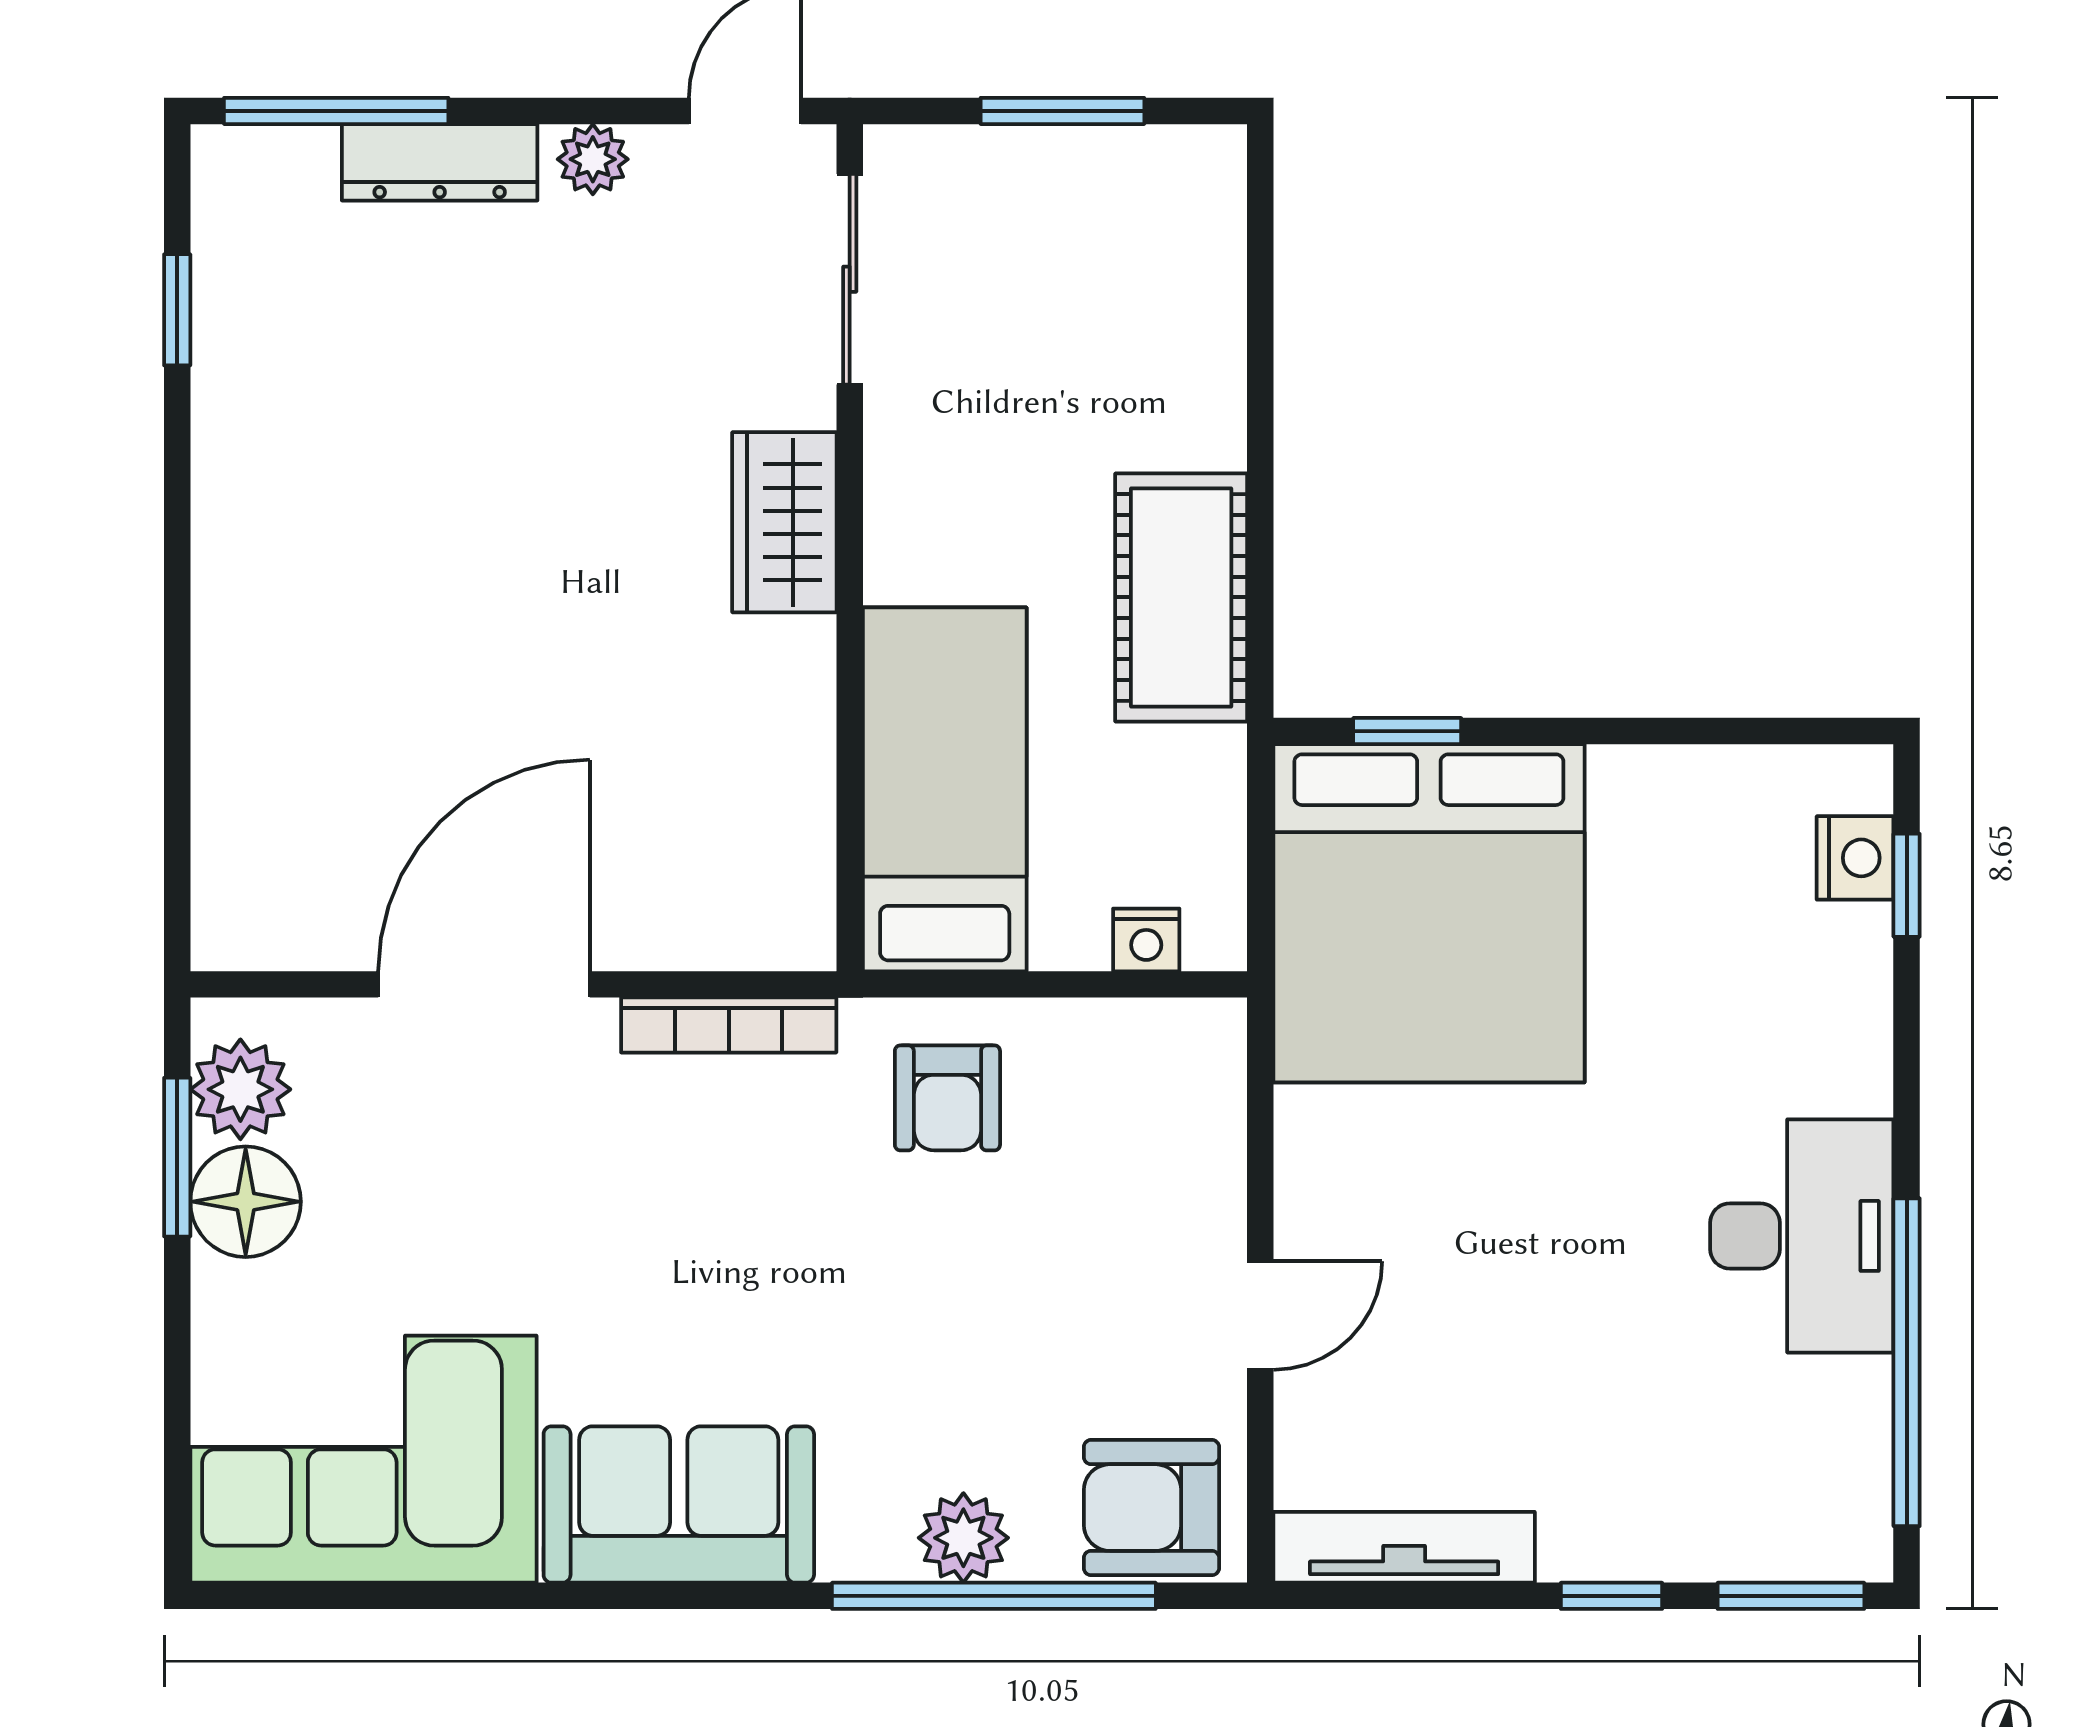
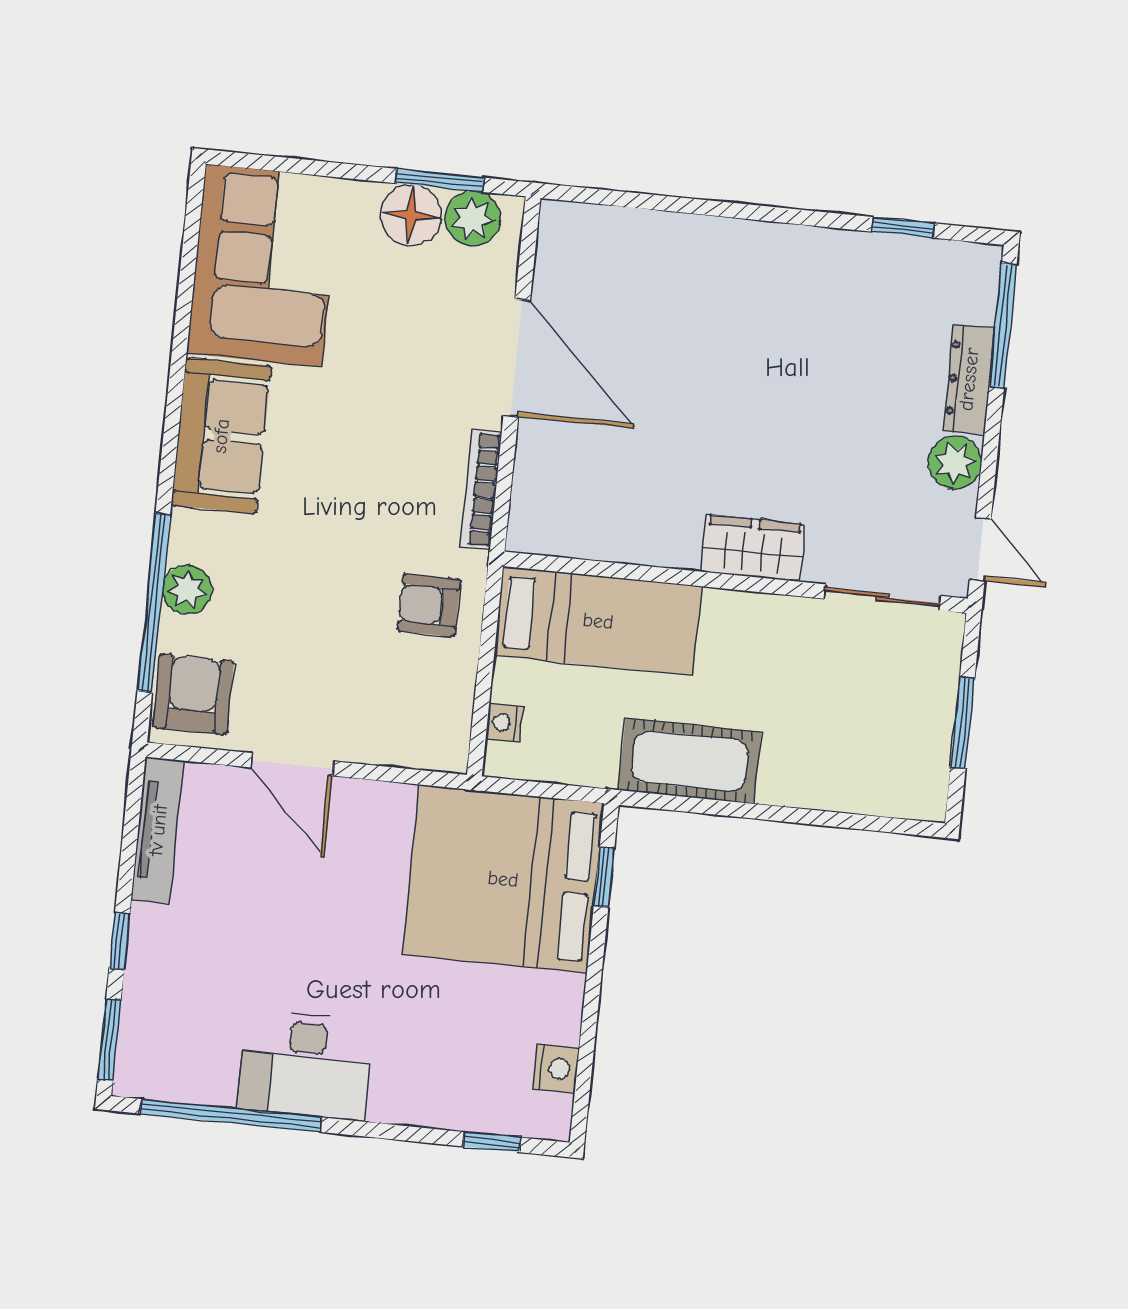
plant: (593, 159) -> (955, 463), width x1.38, depth x1.38
nightstand: (1855, 858) -> (556, 1068), moved, turned -90
door: (1260, 1315) -> (292, 764), width x1.38

